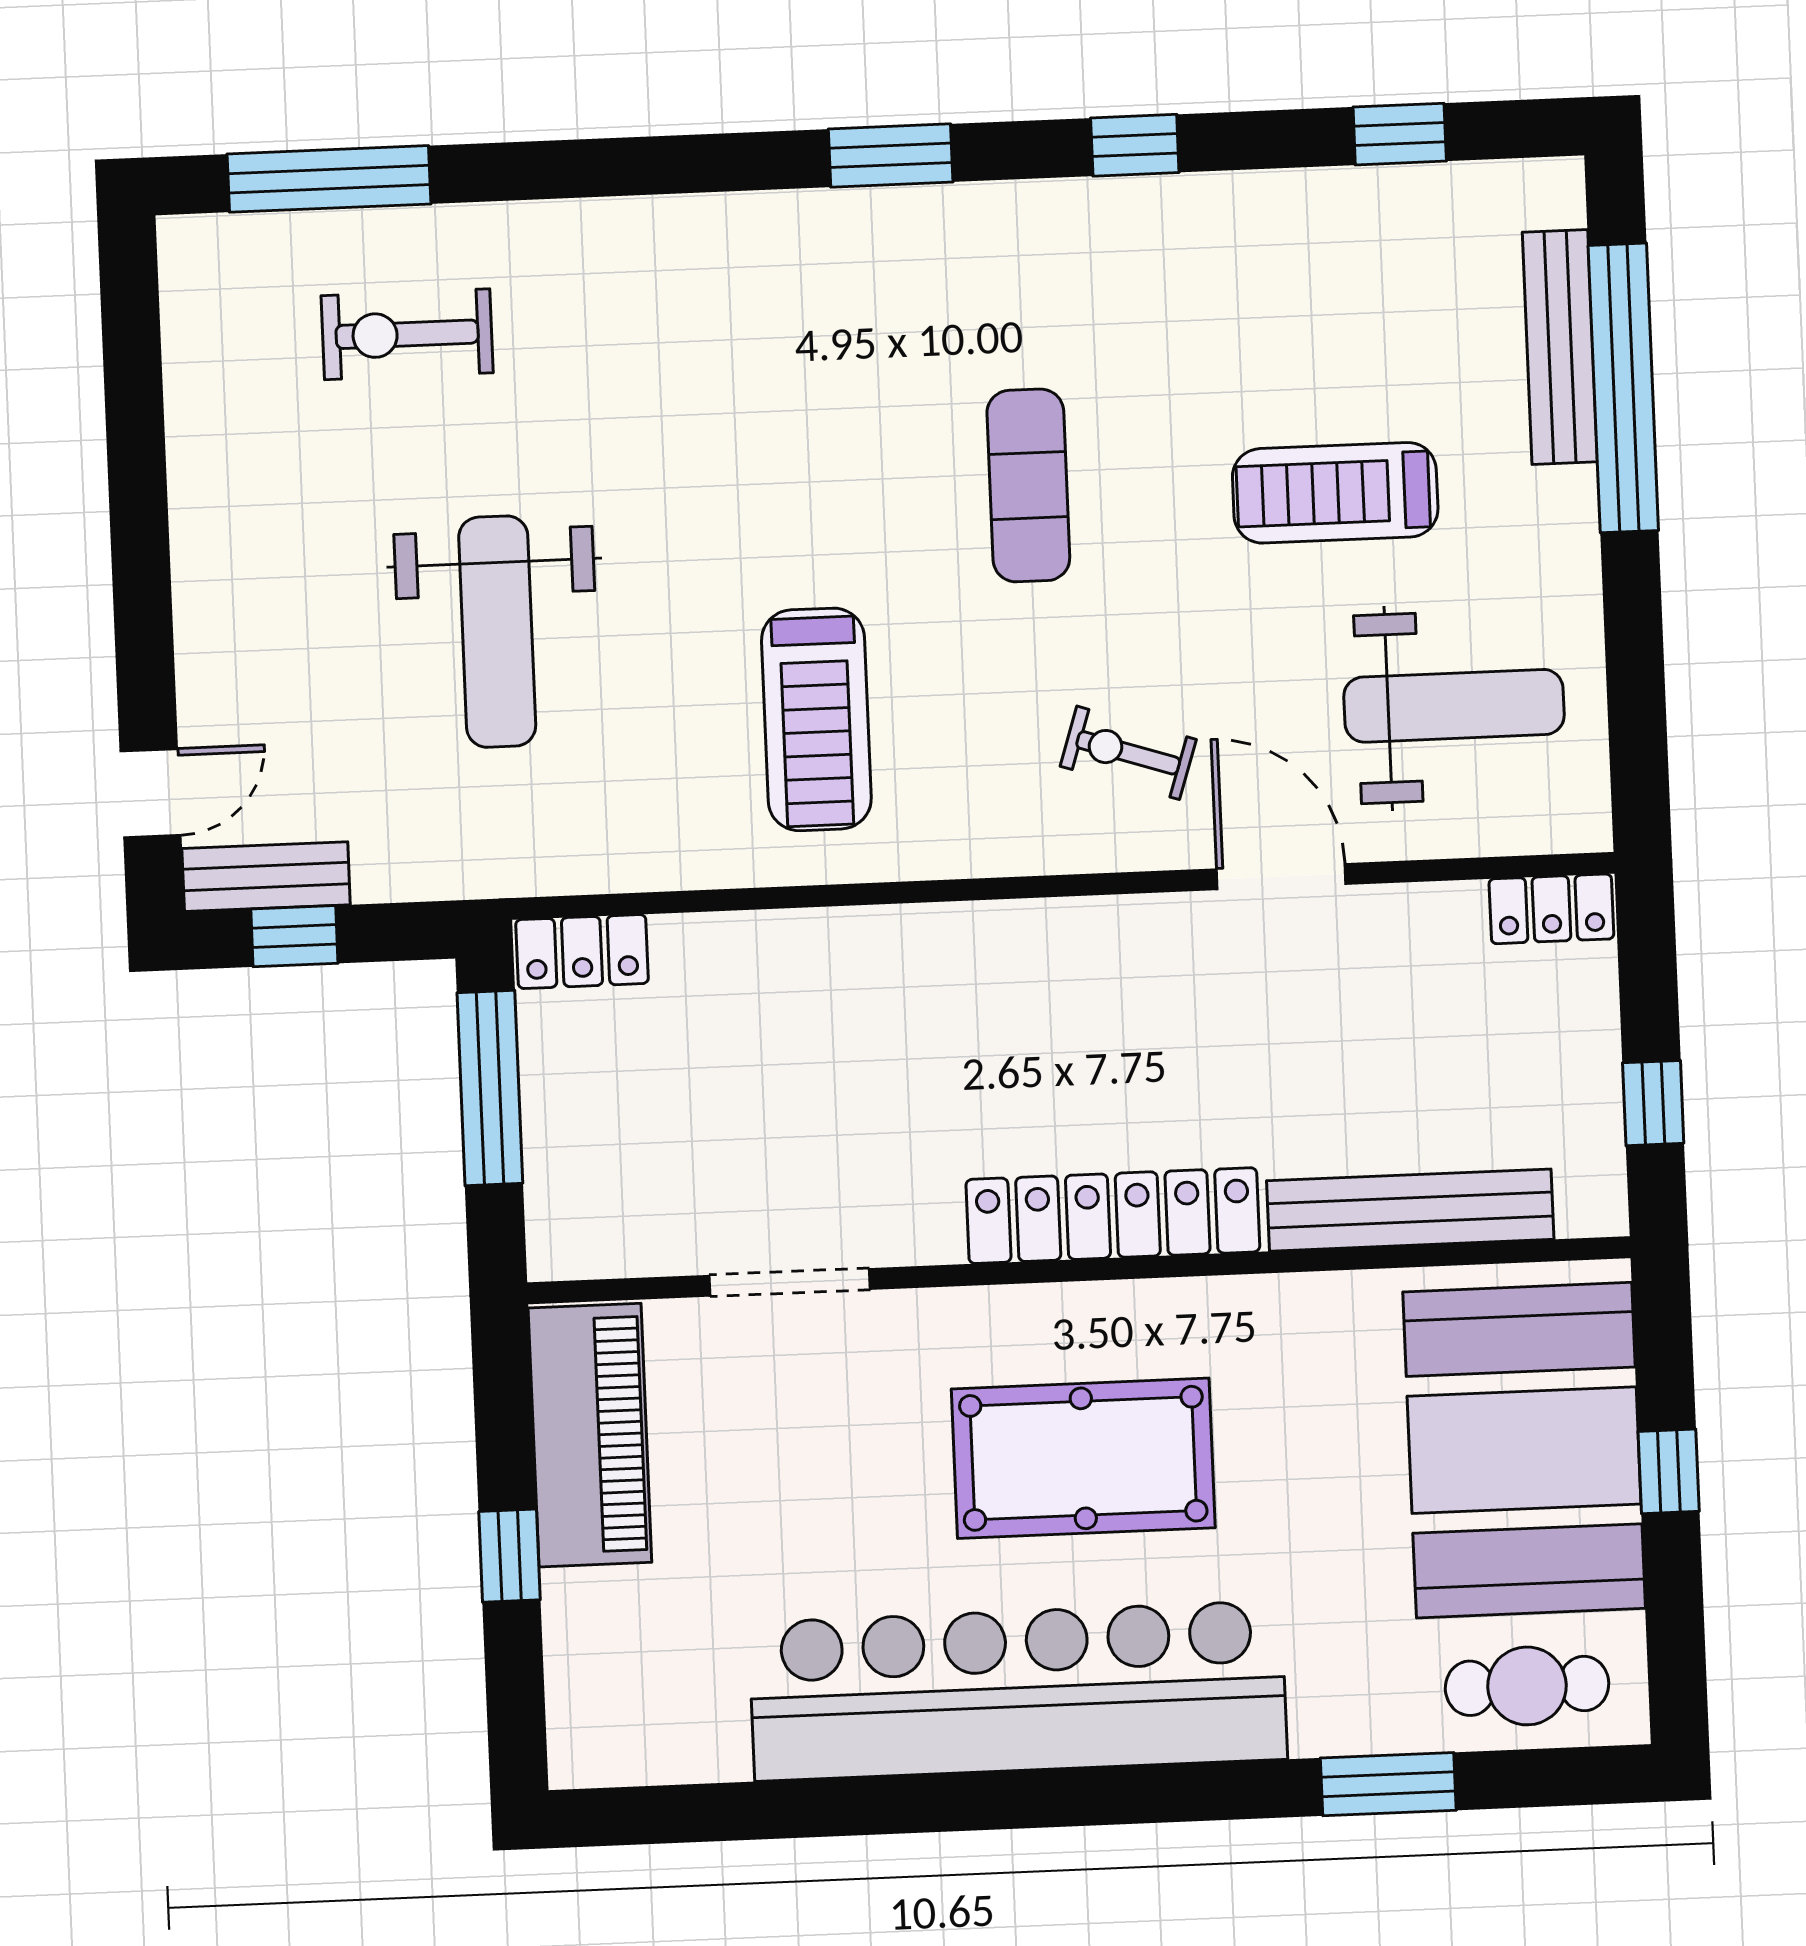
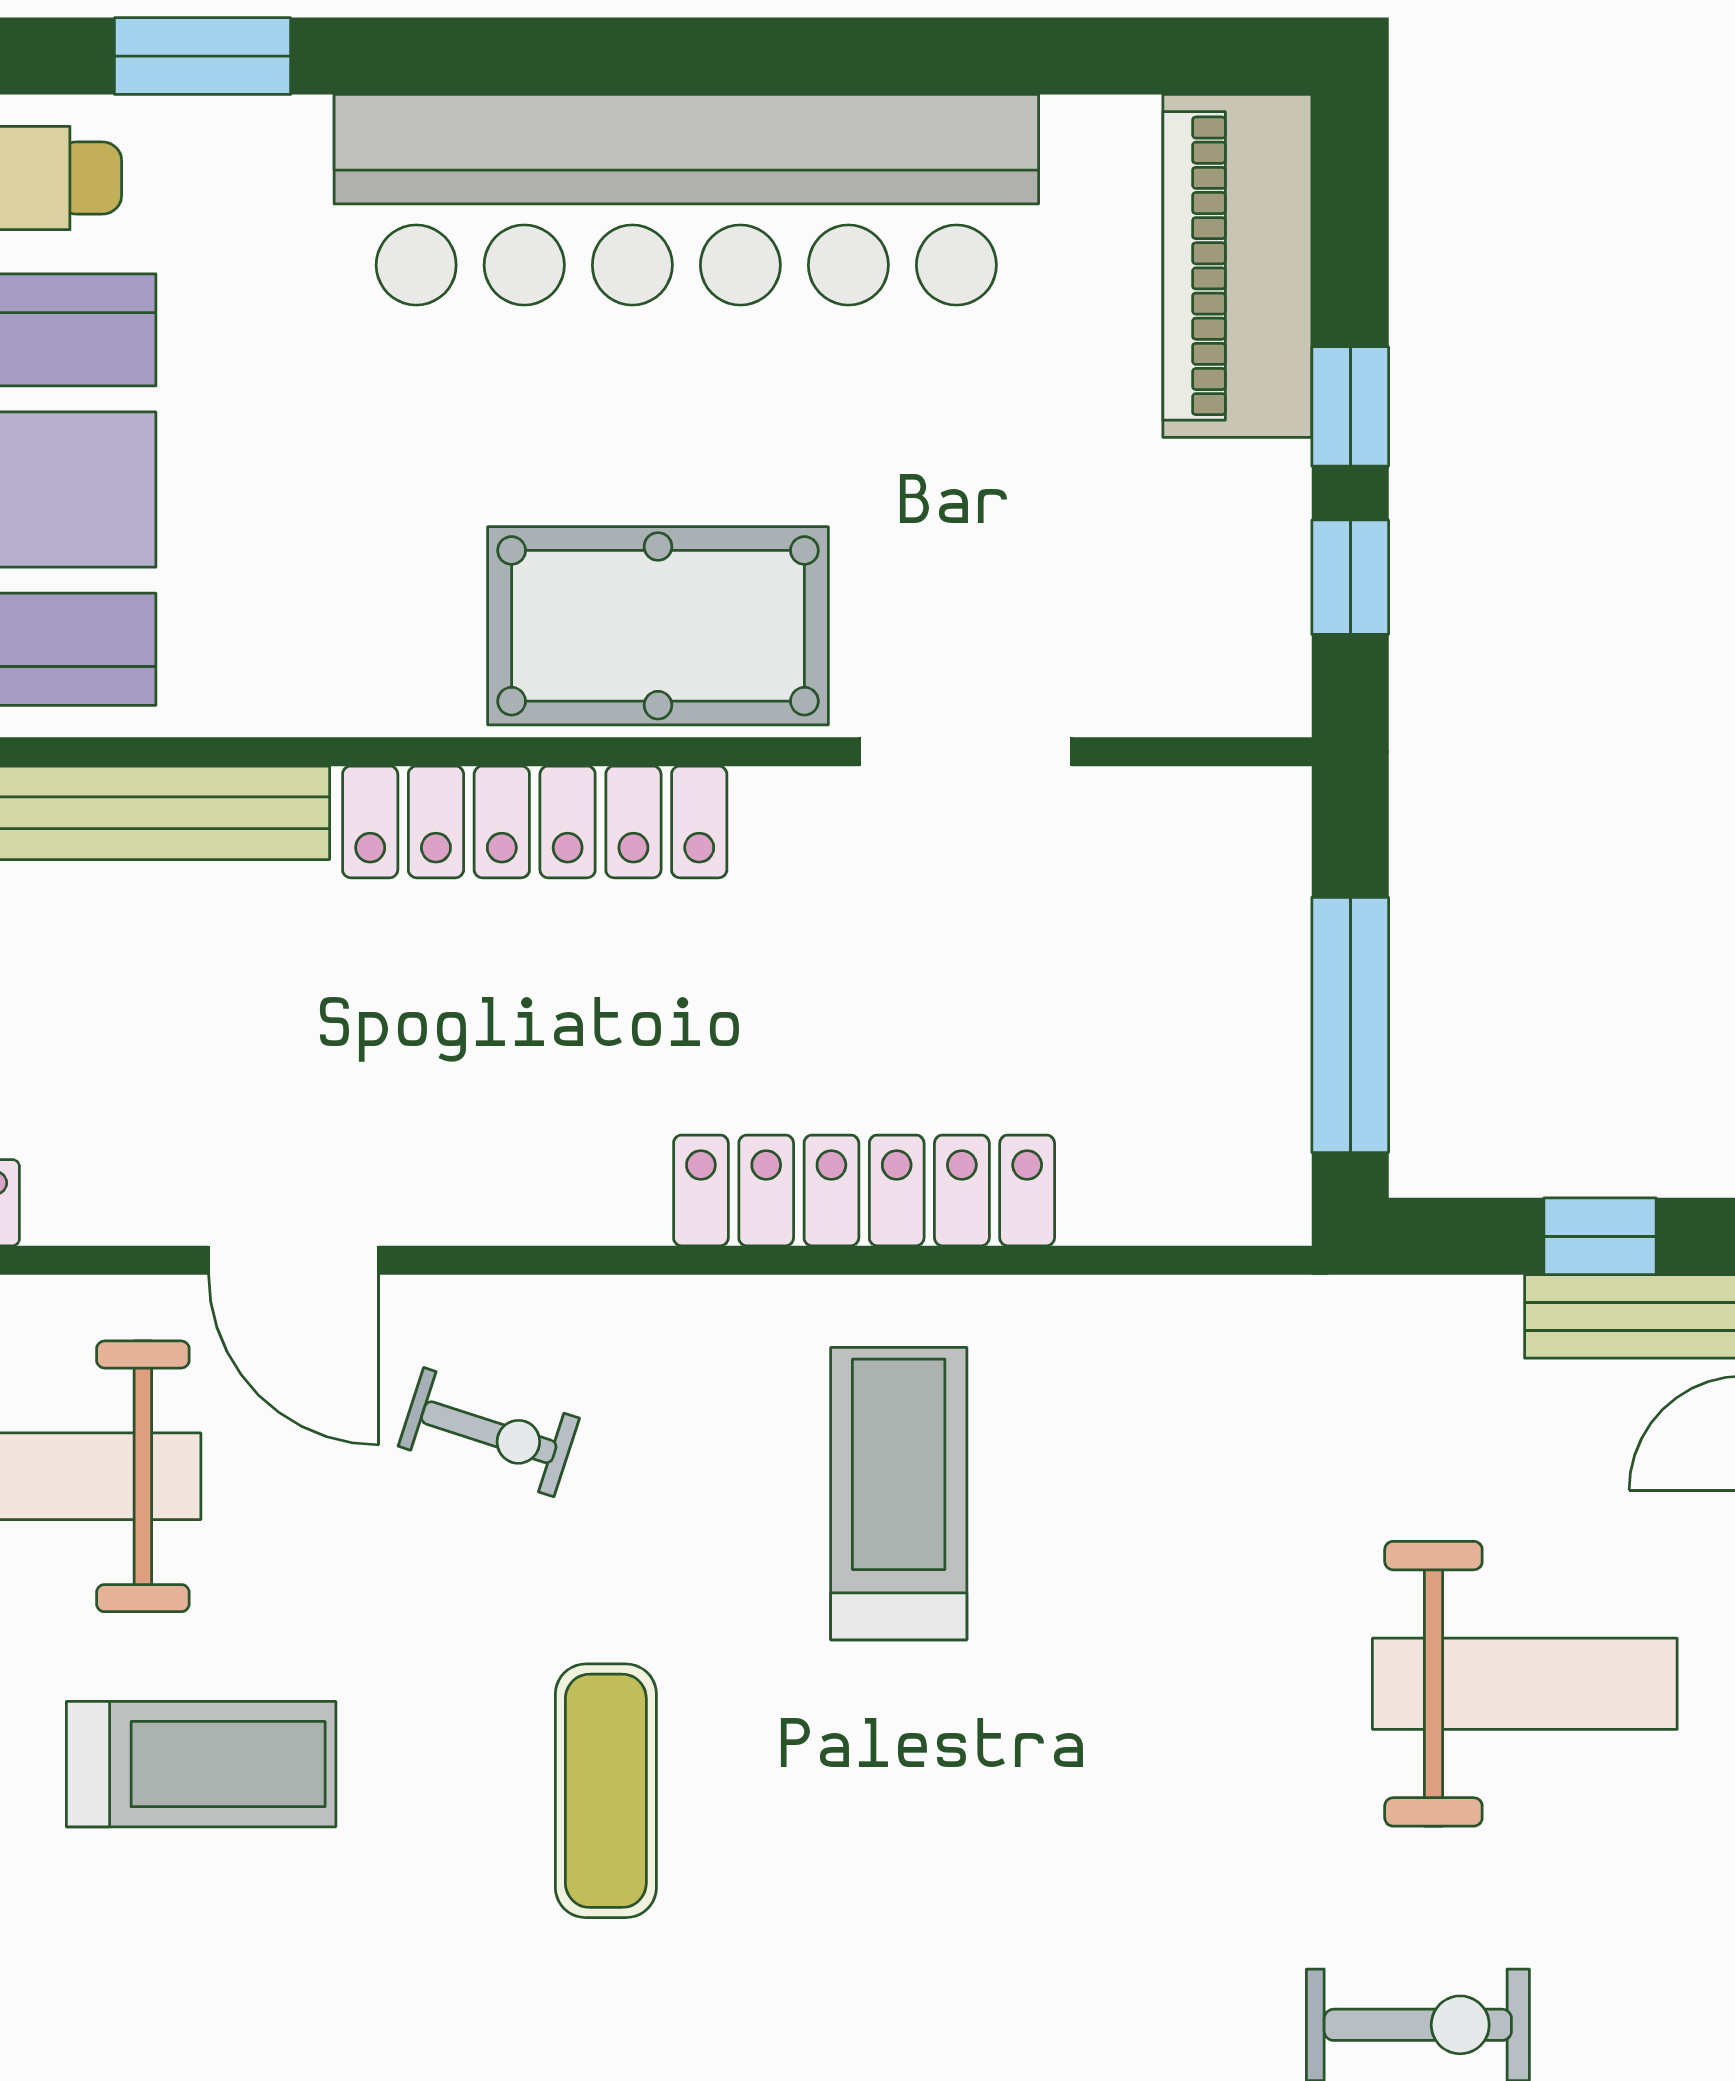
weight bench: (497, 632) -> (1525, 1684), moved, turned 90
locker: (582, 952) -> (864, 1190), moved, width x2.16, depth x1.21
window: (504, 1426) -> (1350, 577), added
piano: (590, 1435) -> (1237, 266), moved
pool table: (1083, 1458) -> (658, 626), moved

